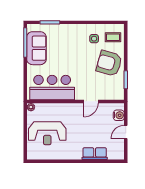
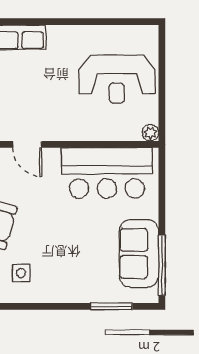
door: (91, 101) -> (27, 144), swing flipped
reception desk: (47, 133) -> (117, 79), turned 180

